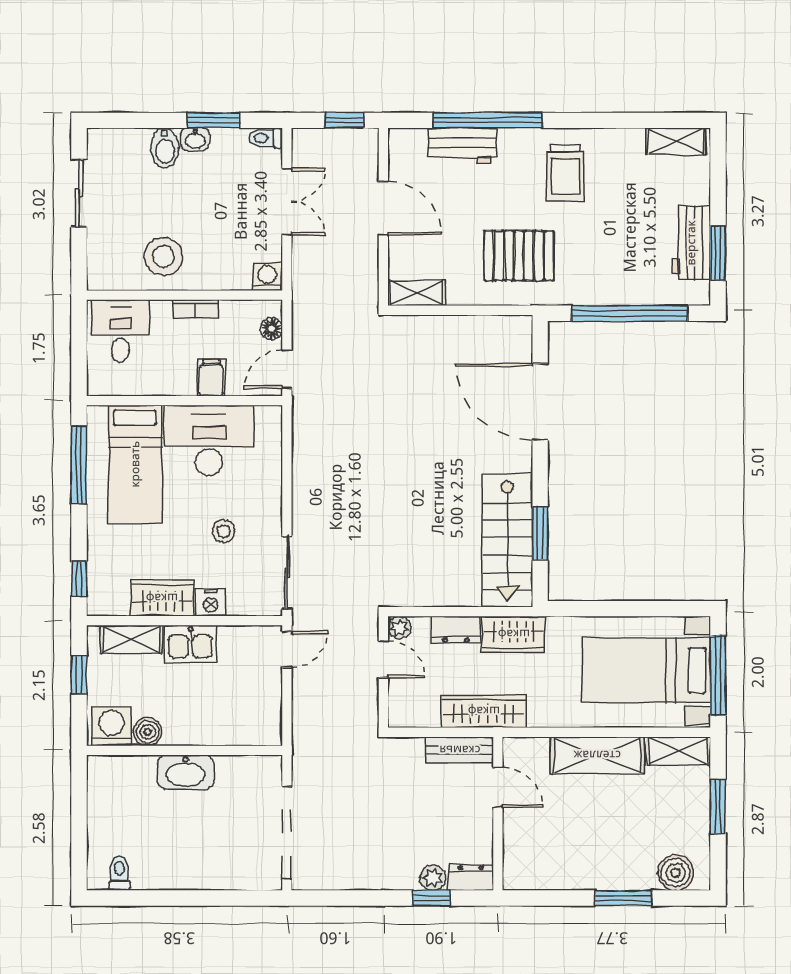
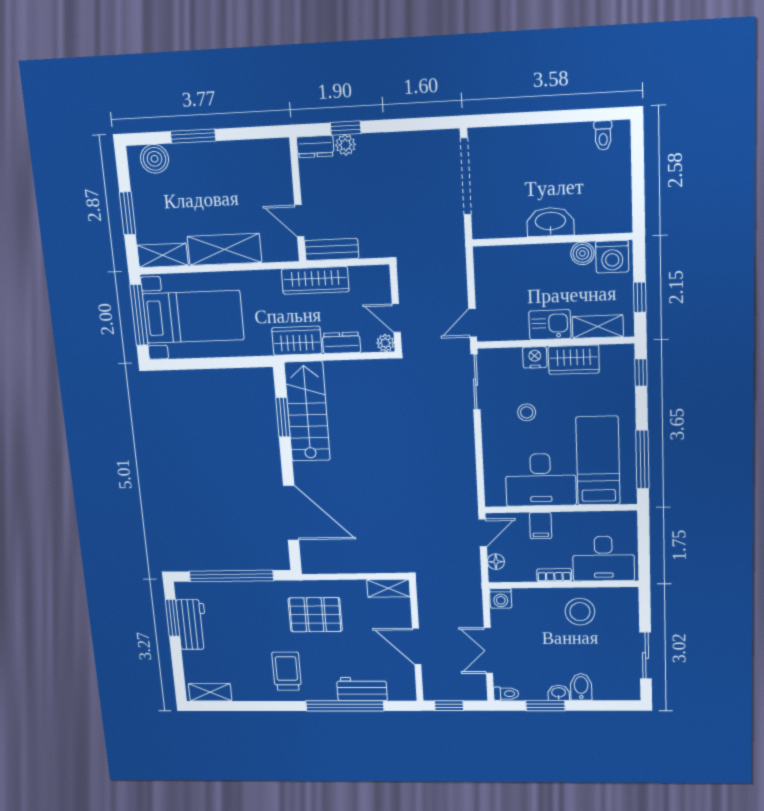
desk: (120, 331) -> (603, 559), width x1.37

